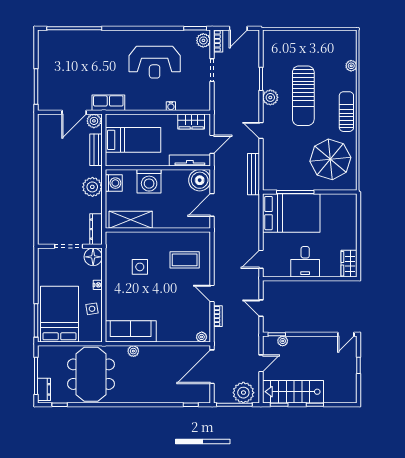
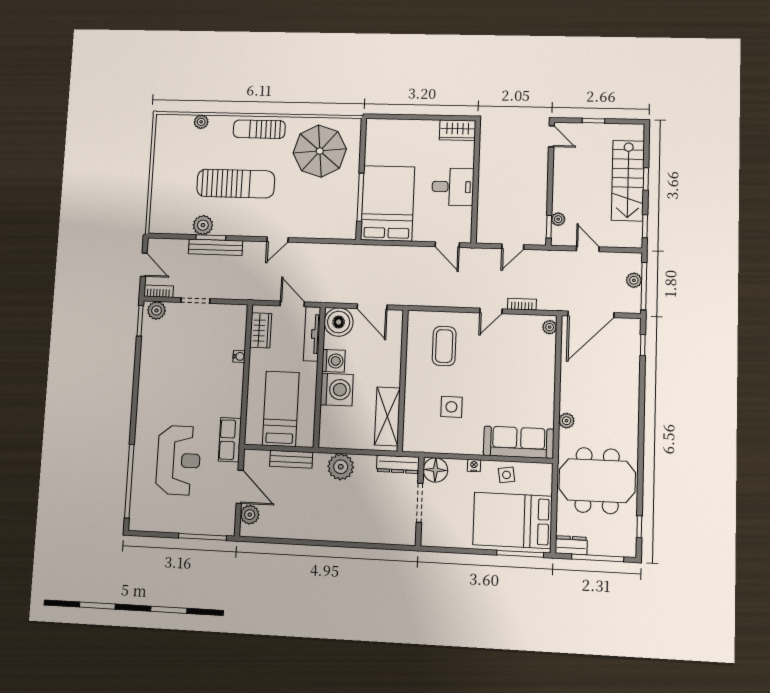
reception desk: (155, 62) -> (178, 460), moved
plant: (270, 97) -> (203, 225), moved
plant: (94, 121) -> (250, 515), moved
bench: (253, 174) -> (215, 247), moved
washing machine: (114, 183) -> (333, 361), moved, turned 90
sofa: (131, 331) -> (519, 442), moved, turned 90
door: (212, 367) -> (591, 314), hinge flipped
dresser: (44, 389) -> (571, 545), moved
stairs: (293, 392) -> (628, 181), moved
plant: (243, 393) -> (634, 280), width x0.53, depth x0.53

